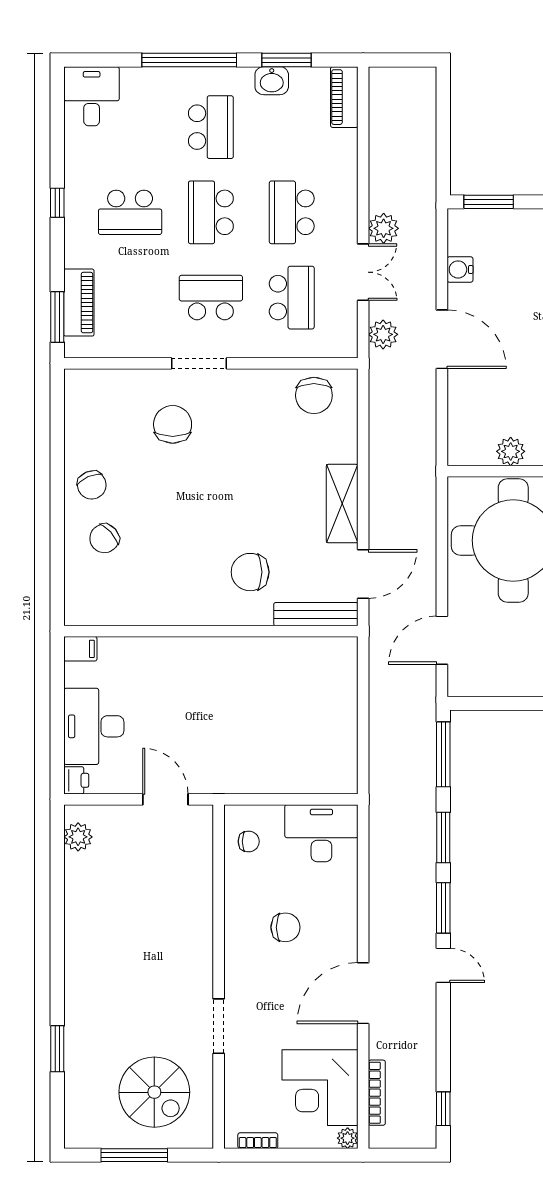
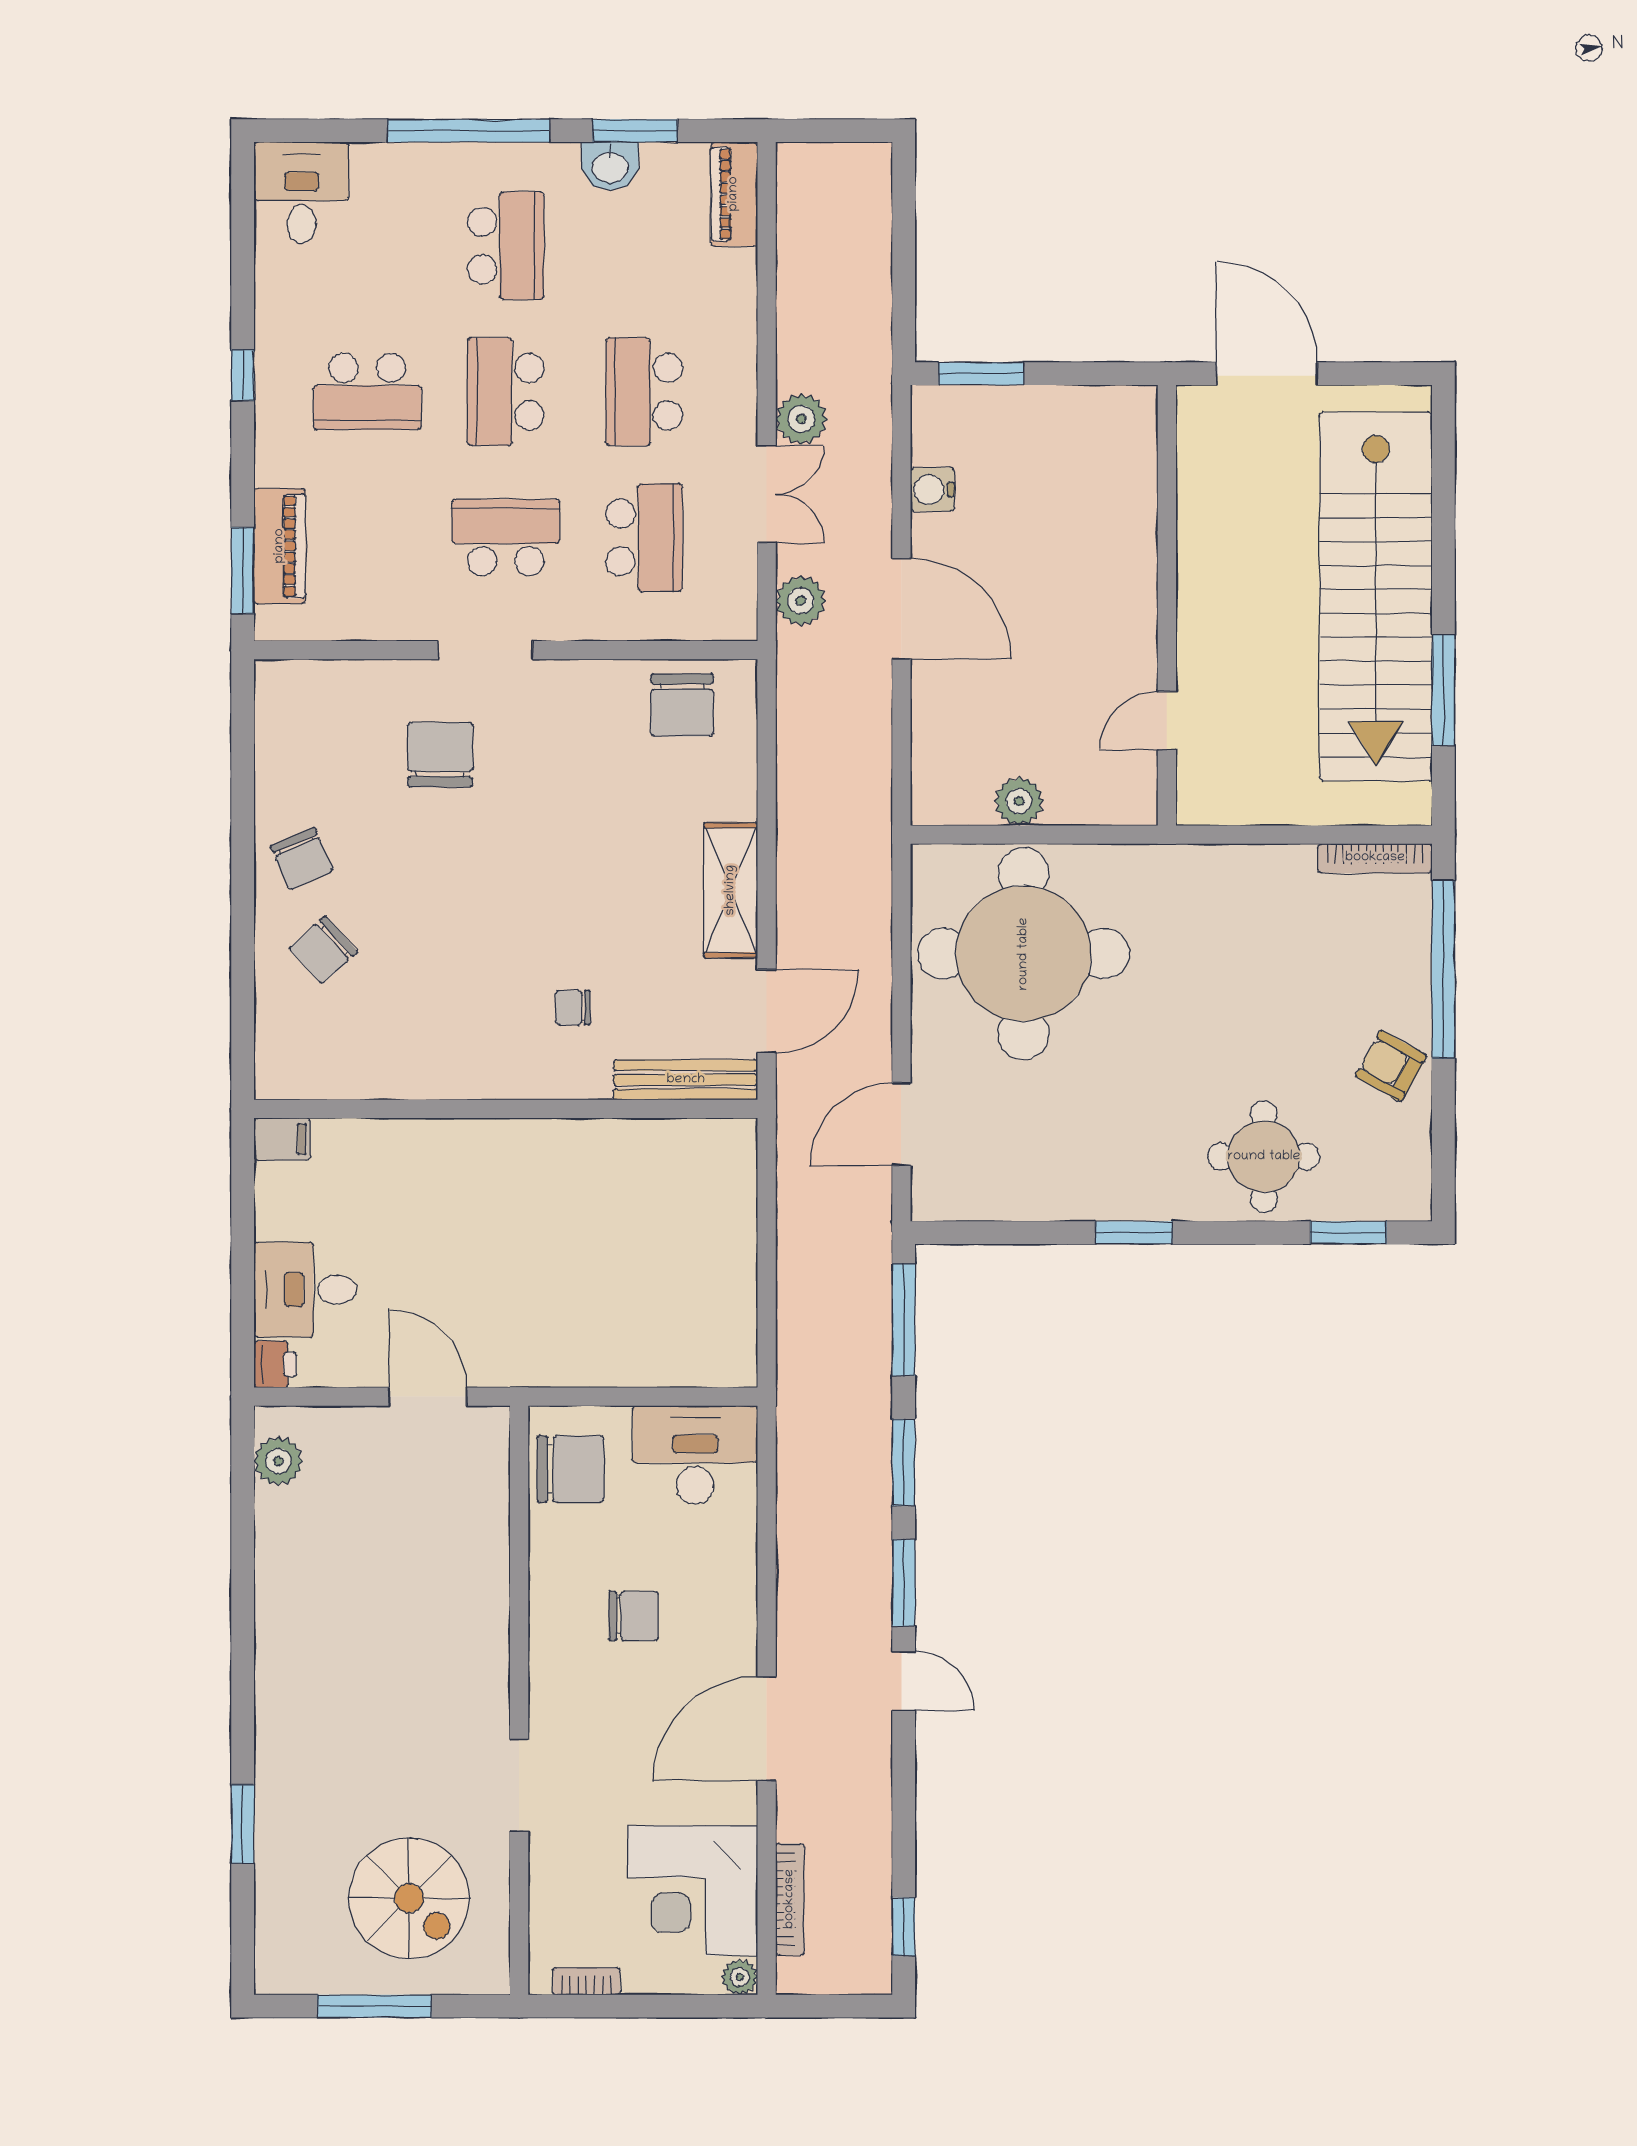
chair: (250, 572) -> (573, 1008), width x0.54, depth x0.54
desk: (94, 726) -> (305, 1290), width x0.73
chair: (249, 841) -> (570, 1469), width x1.87, depth x1.87

